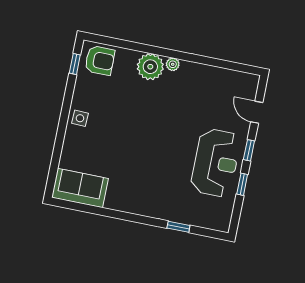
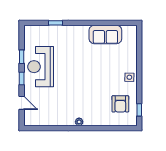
armchair: (100, 60) -> (120, 104), moved, turned -90
plant: (150, 67) -> (93, 118), removed
sofa: (80, 188) -> (105, 34), moved

